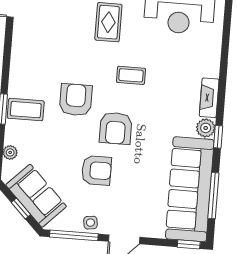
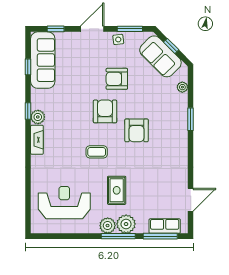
coffee table: (26, 110) -> (173, 120), removed
sofa: (190, 189) -> (43, 60), width x0.74, depth x0.79
window: (213, 196) -> (28, 67), width x0.46
window: (74, 235) -> (130, 29), width x0.69
window: (189, 244) -> (56, 29), moved

